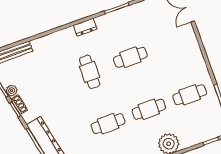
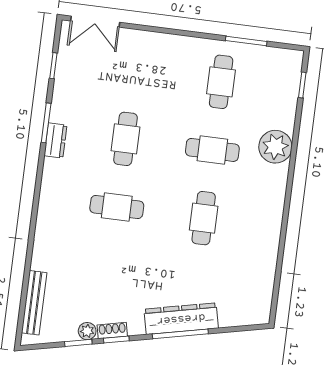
dresser: (85, 27) -> (56, 140), moved
cafe table: (149, 109) -> (212, 150), turned 90

